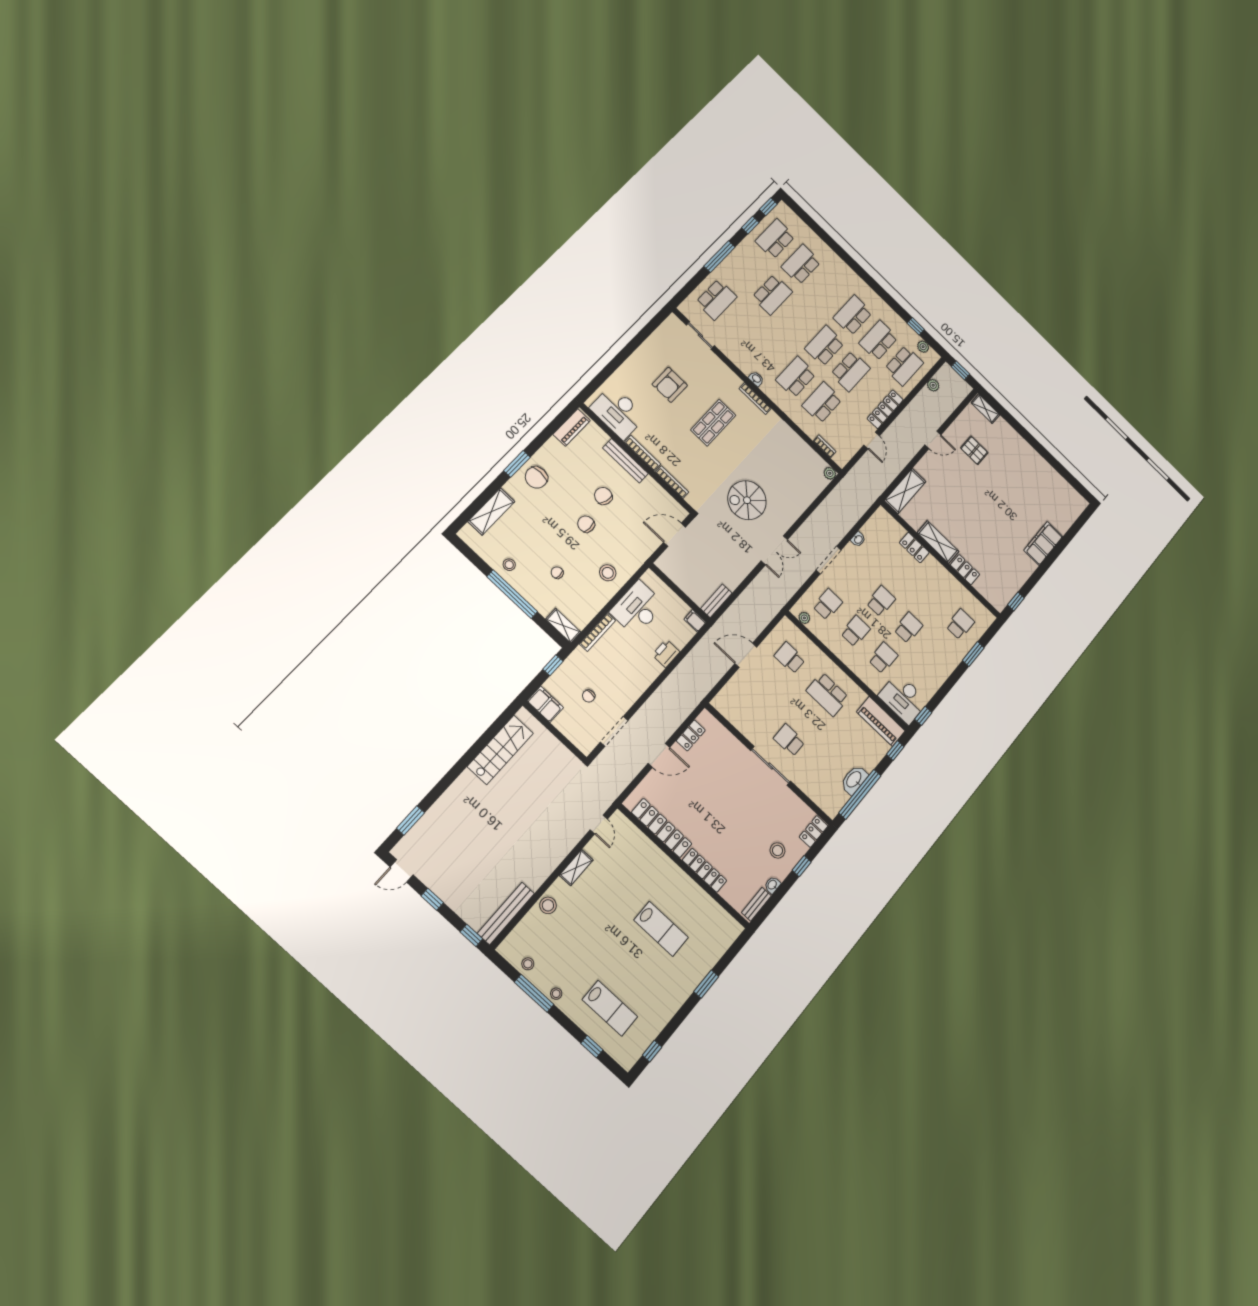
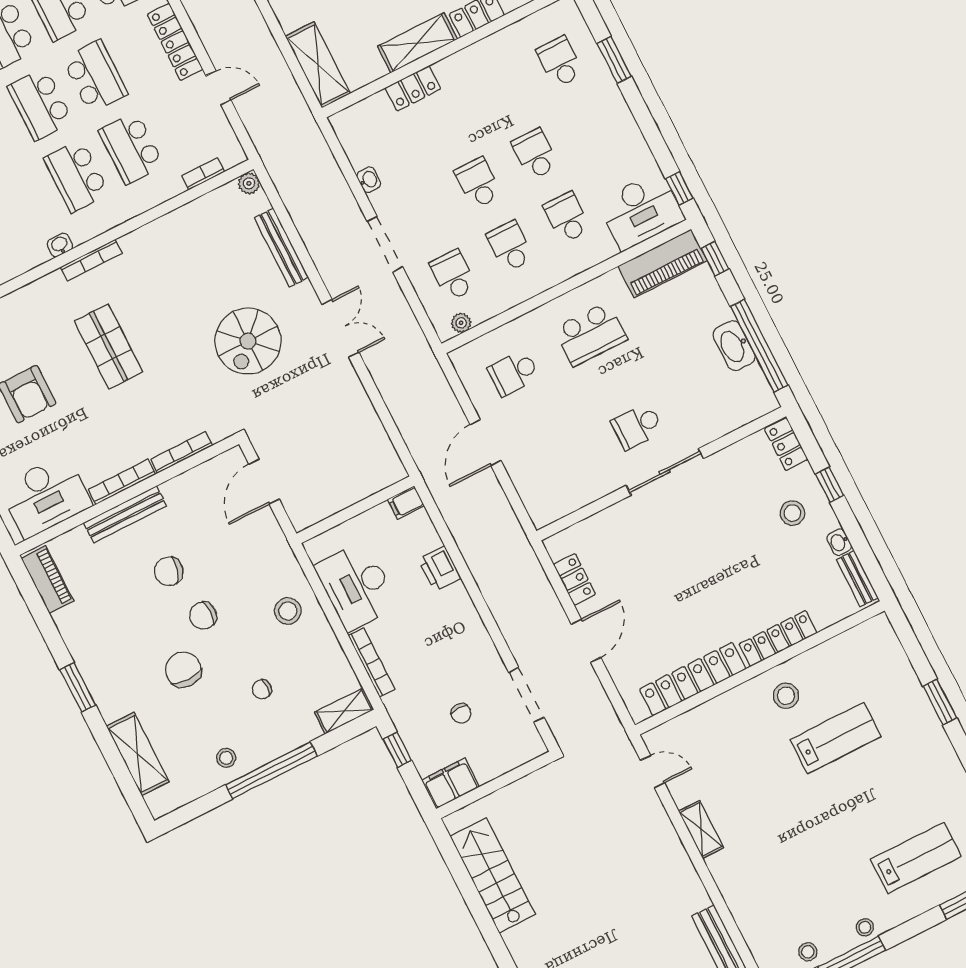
chair: (536, 477) -> (183, 670), moved, turned 180
bench: (716, 601) -> (281, 248), moved, width x1.36
stool: (548, 905) -> (786, 696), moved

